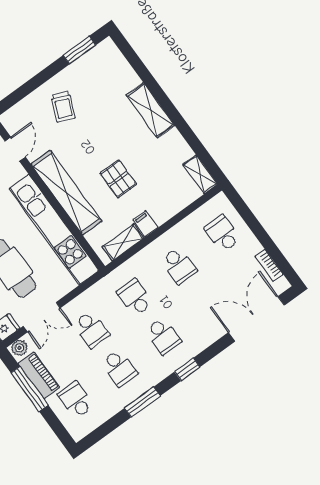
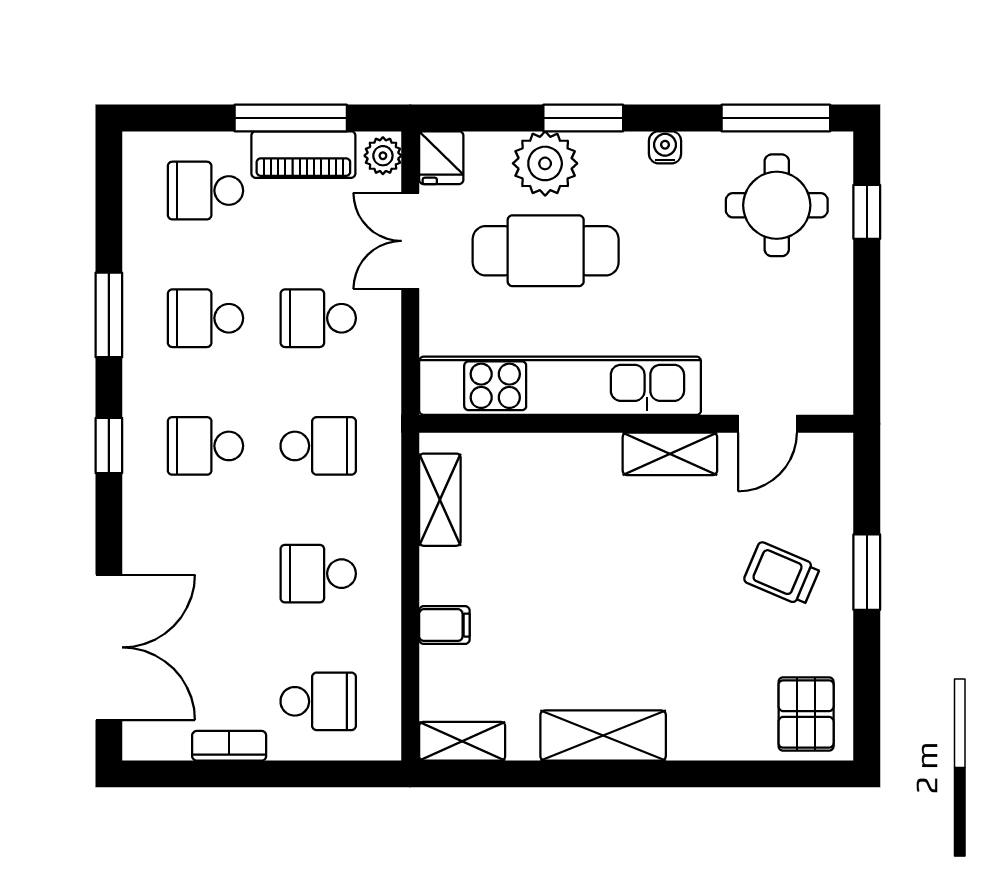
window: (79, 50) -> (867, 572), moved
shelving: (150, 110) -> (603, 736), moved
door: (15, 149) -> (767, 424), hinge flipped
pallet: (118, 179) -> (806, 714), moved, turned 90
shelving: (66, 193) -> (670, 454), width x0.45, depth x0.75
filing cabinet: (145, 224) -> (444, 625), moved
bookcase: (269, 265) -> (229, 746), moved
school desk: (76, 400) -> (205, 191), turned 180

